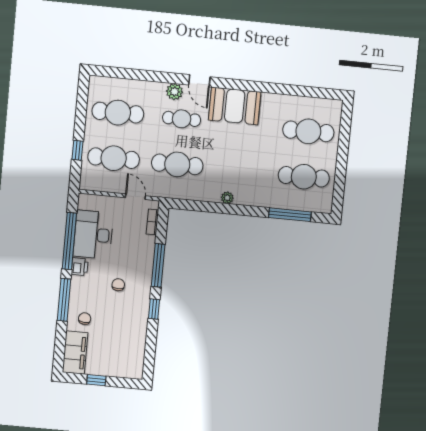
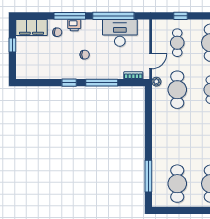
cafe table: (114, 158) -> (177, 43), width x0.73, depth x0.74
plant: (227, 198) -> (156, 82), moved
printer: (80, 267) -> (74, 25), moved

